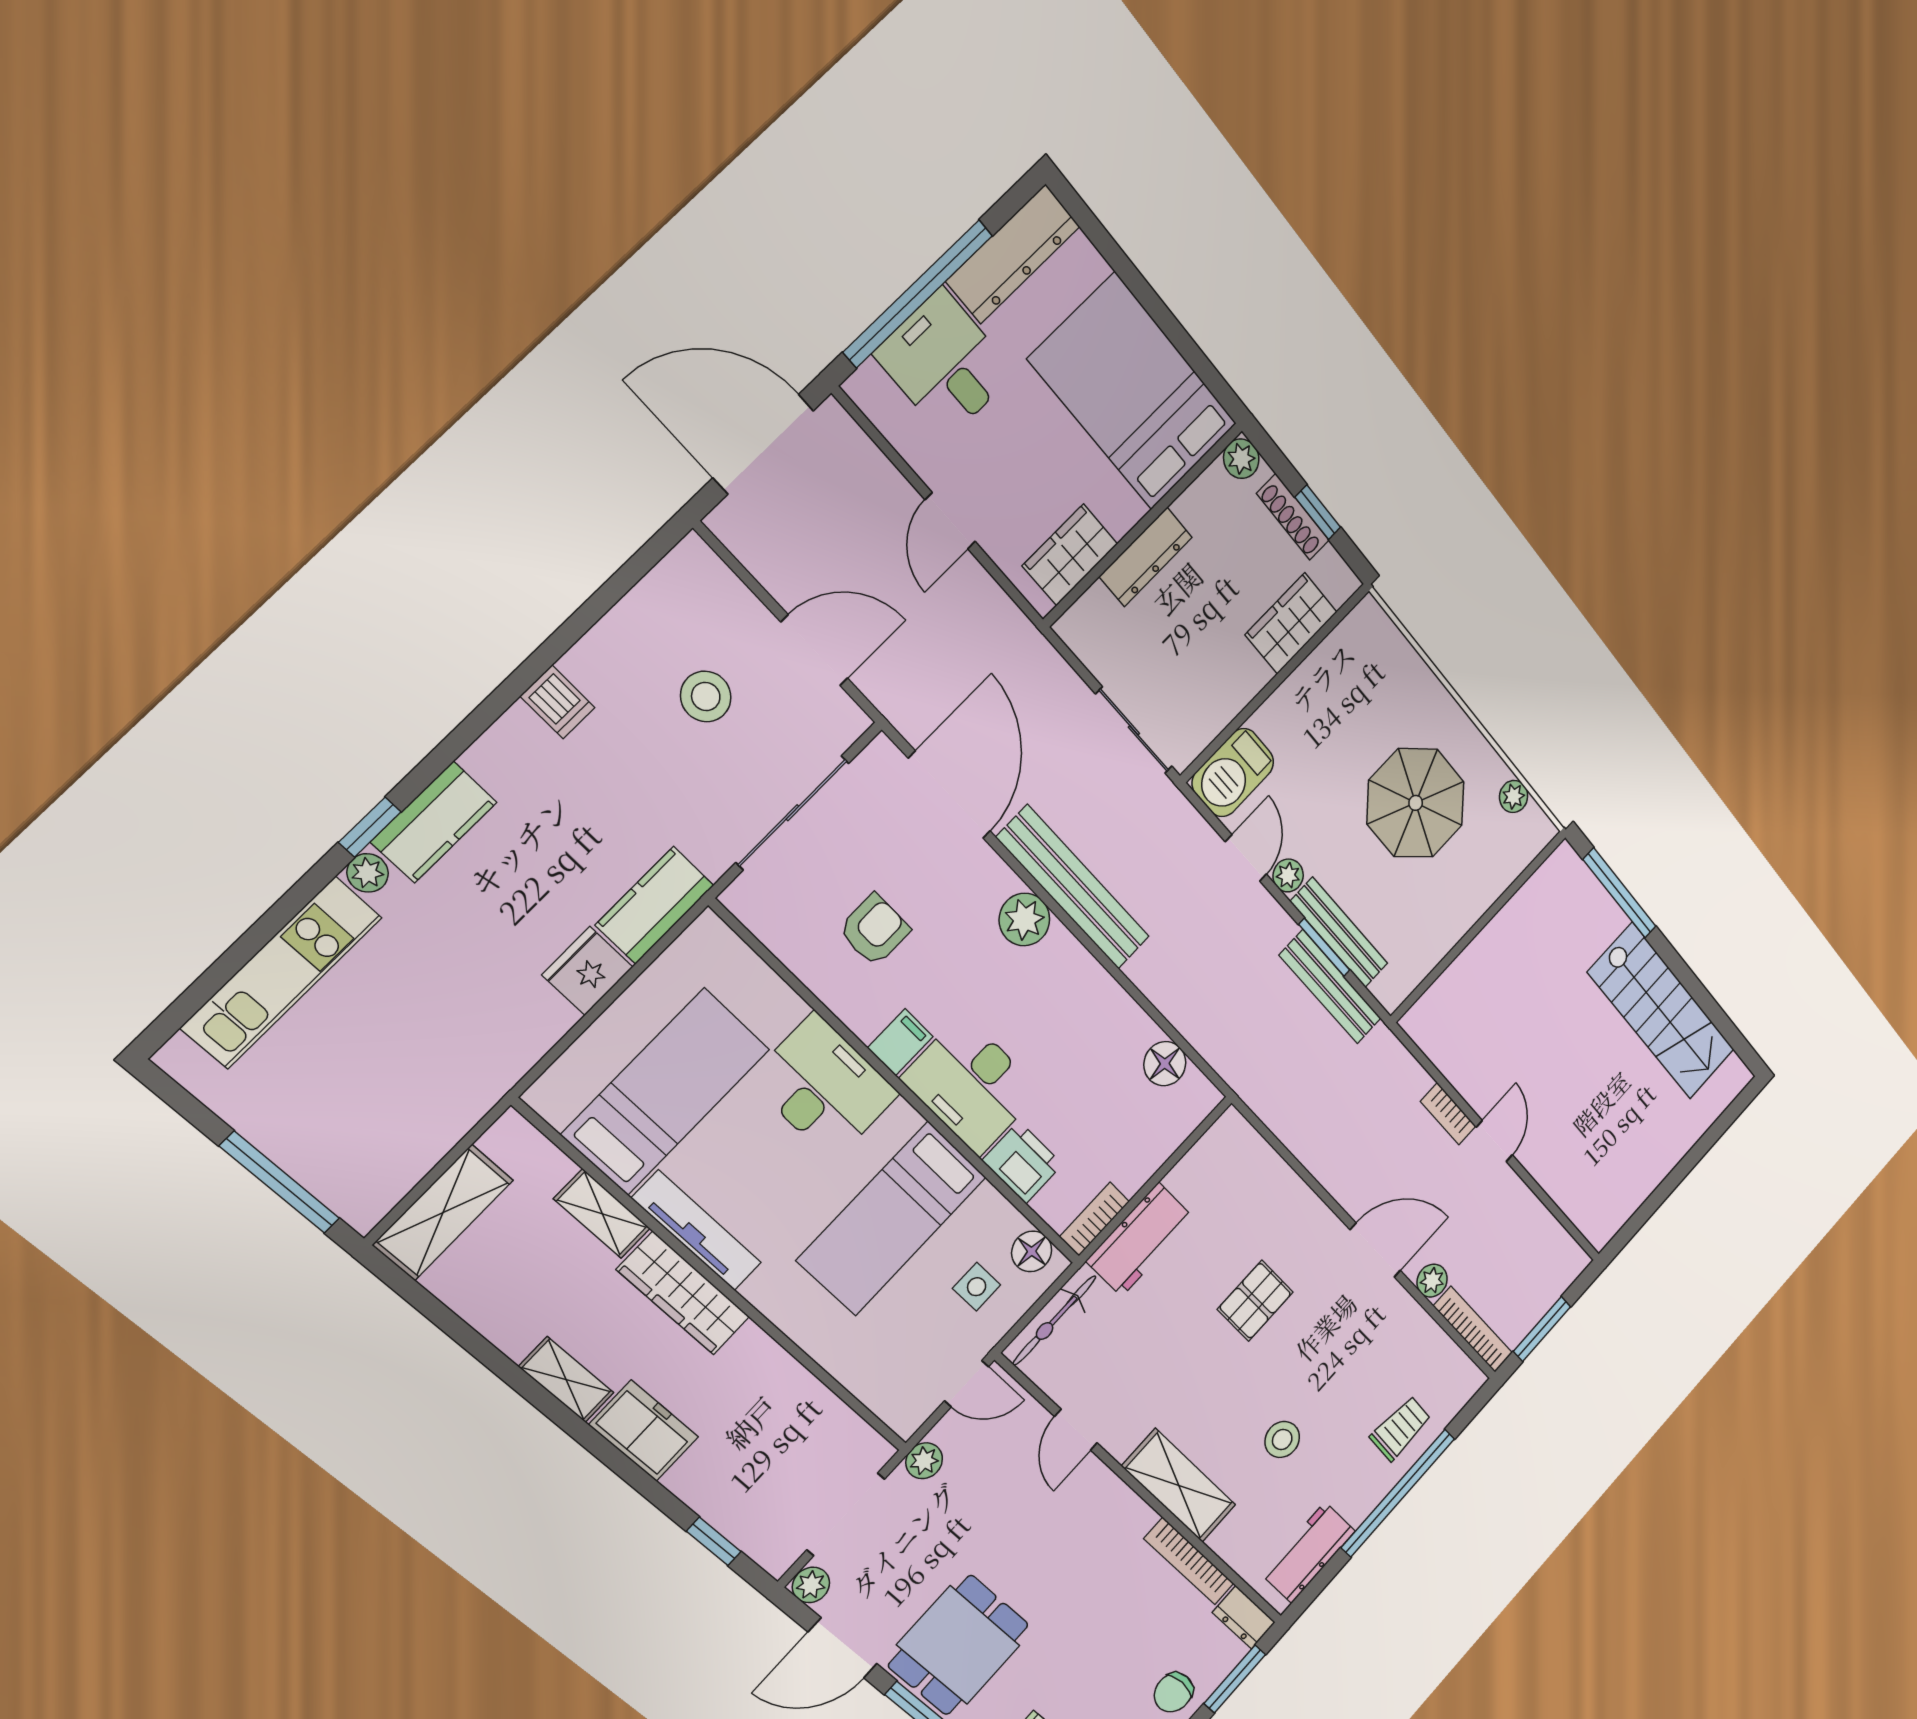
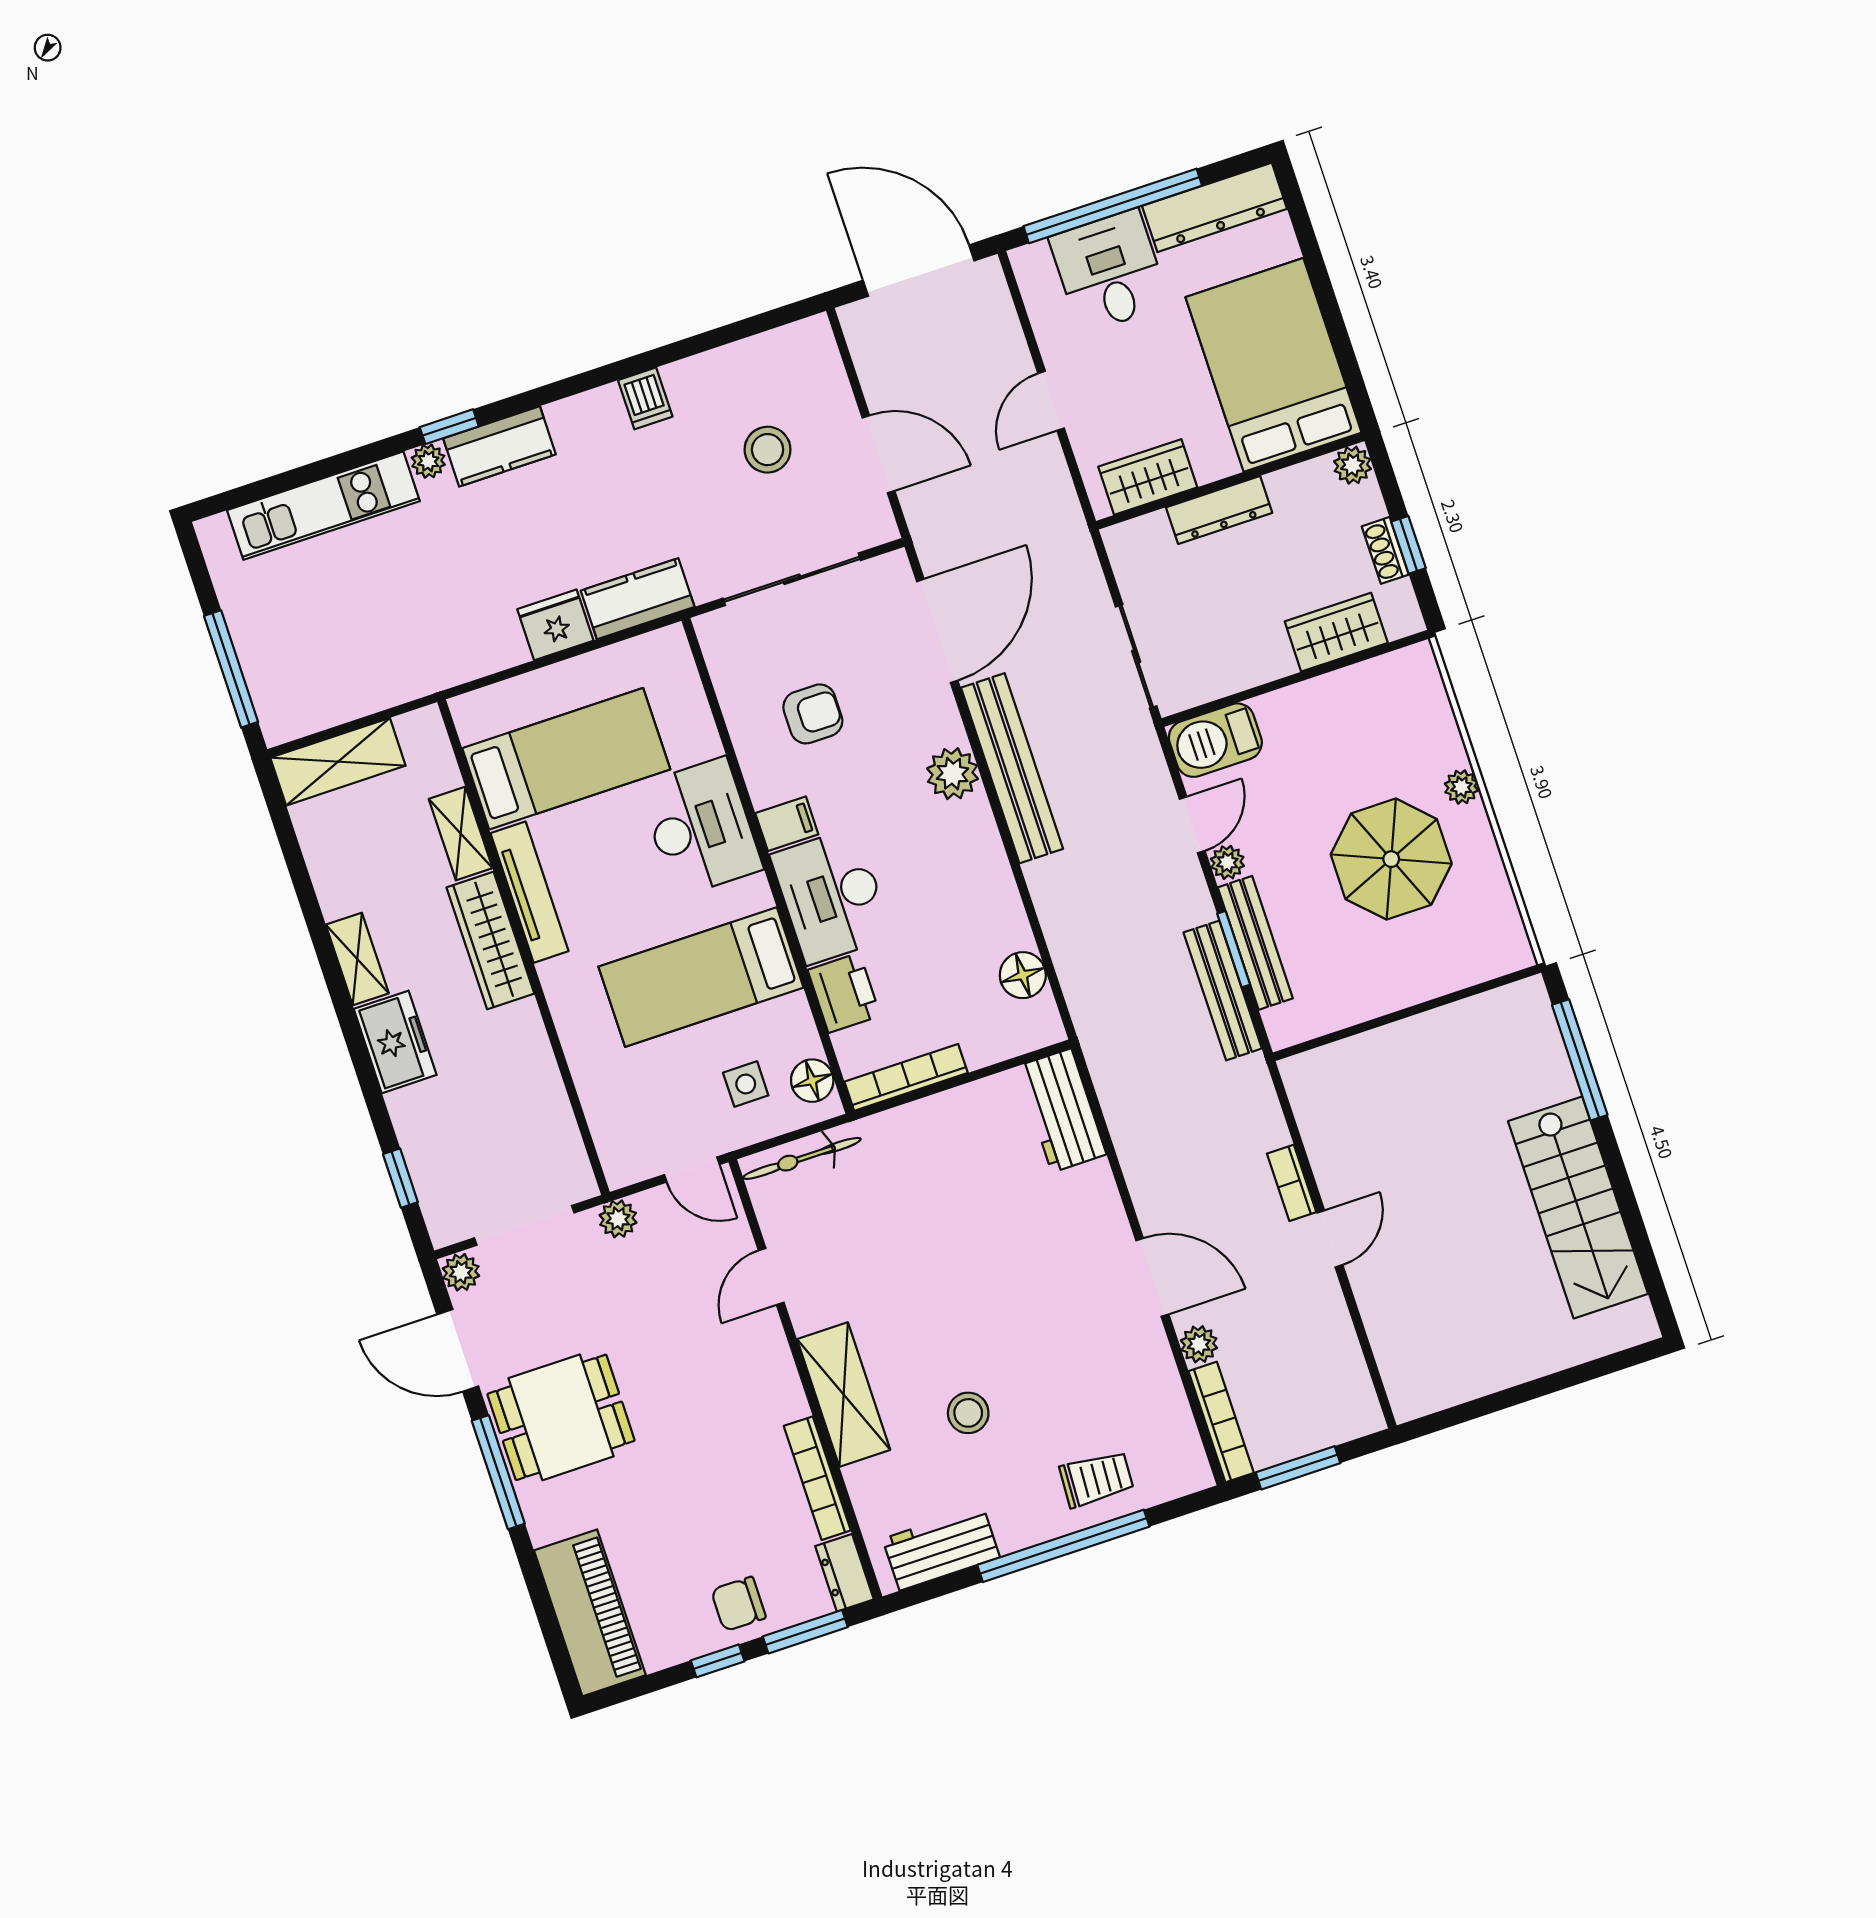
shoe rack: (1293, 517) -> (1385, 550), width x0.70
plant: (1514, 796) -> (1461, 787), moved
bookcase: (1094, 1219) -> (906, 1077), width x1.56
workbench: (1140, 1239) -> (1062, 1110), moved, turned 90
pallet: (1255, 1301) -> (1005, 1256), removed

